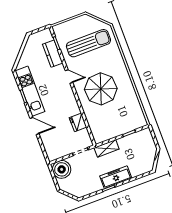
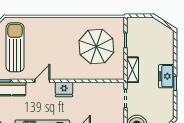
parasol: (101, 89) -> (96, 47), moved
fridge: (78, 122) -> (64, 89), moved
freezer: (116, 177) -> (166, 76), width x0.71

